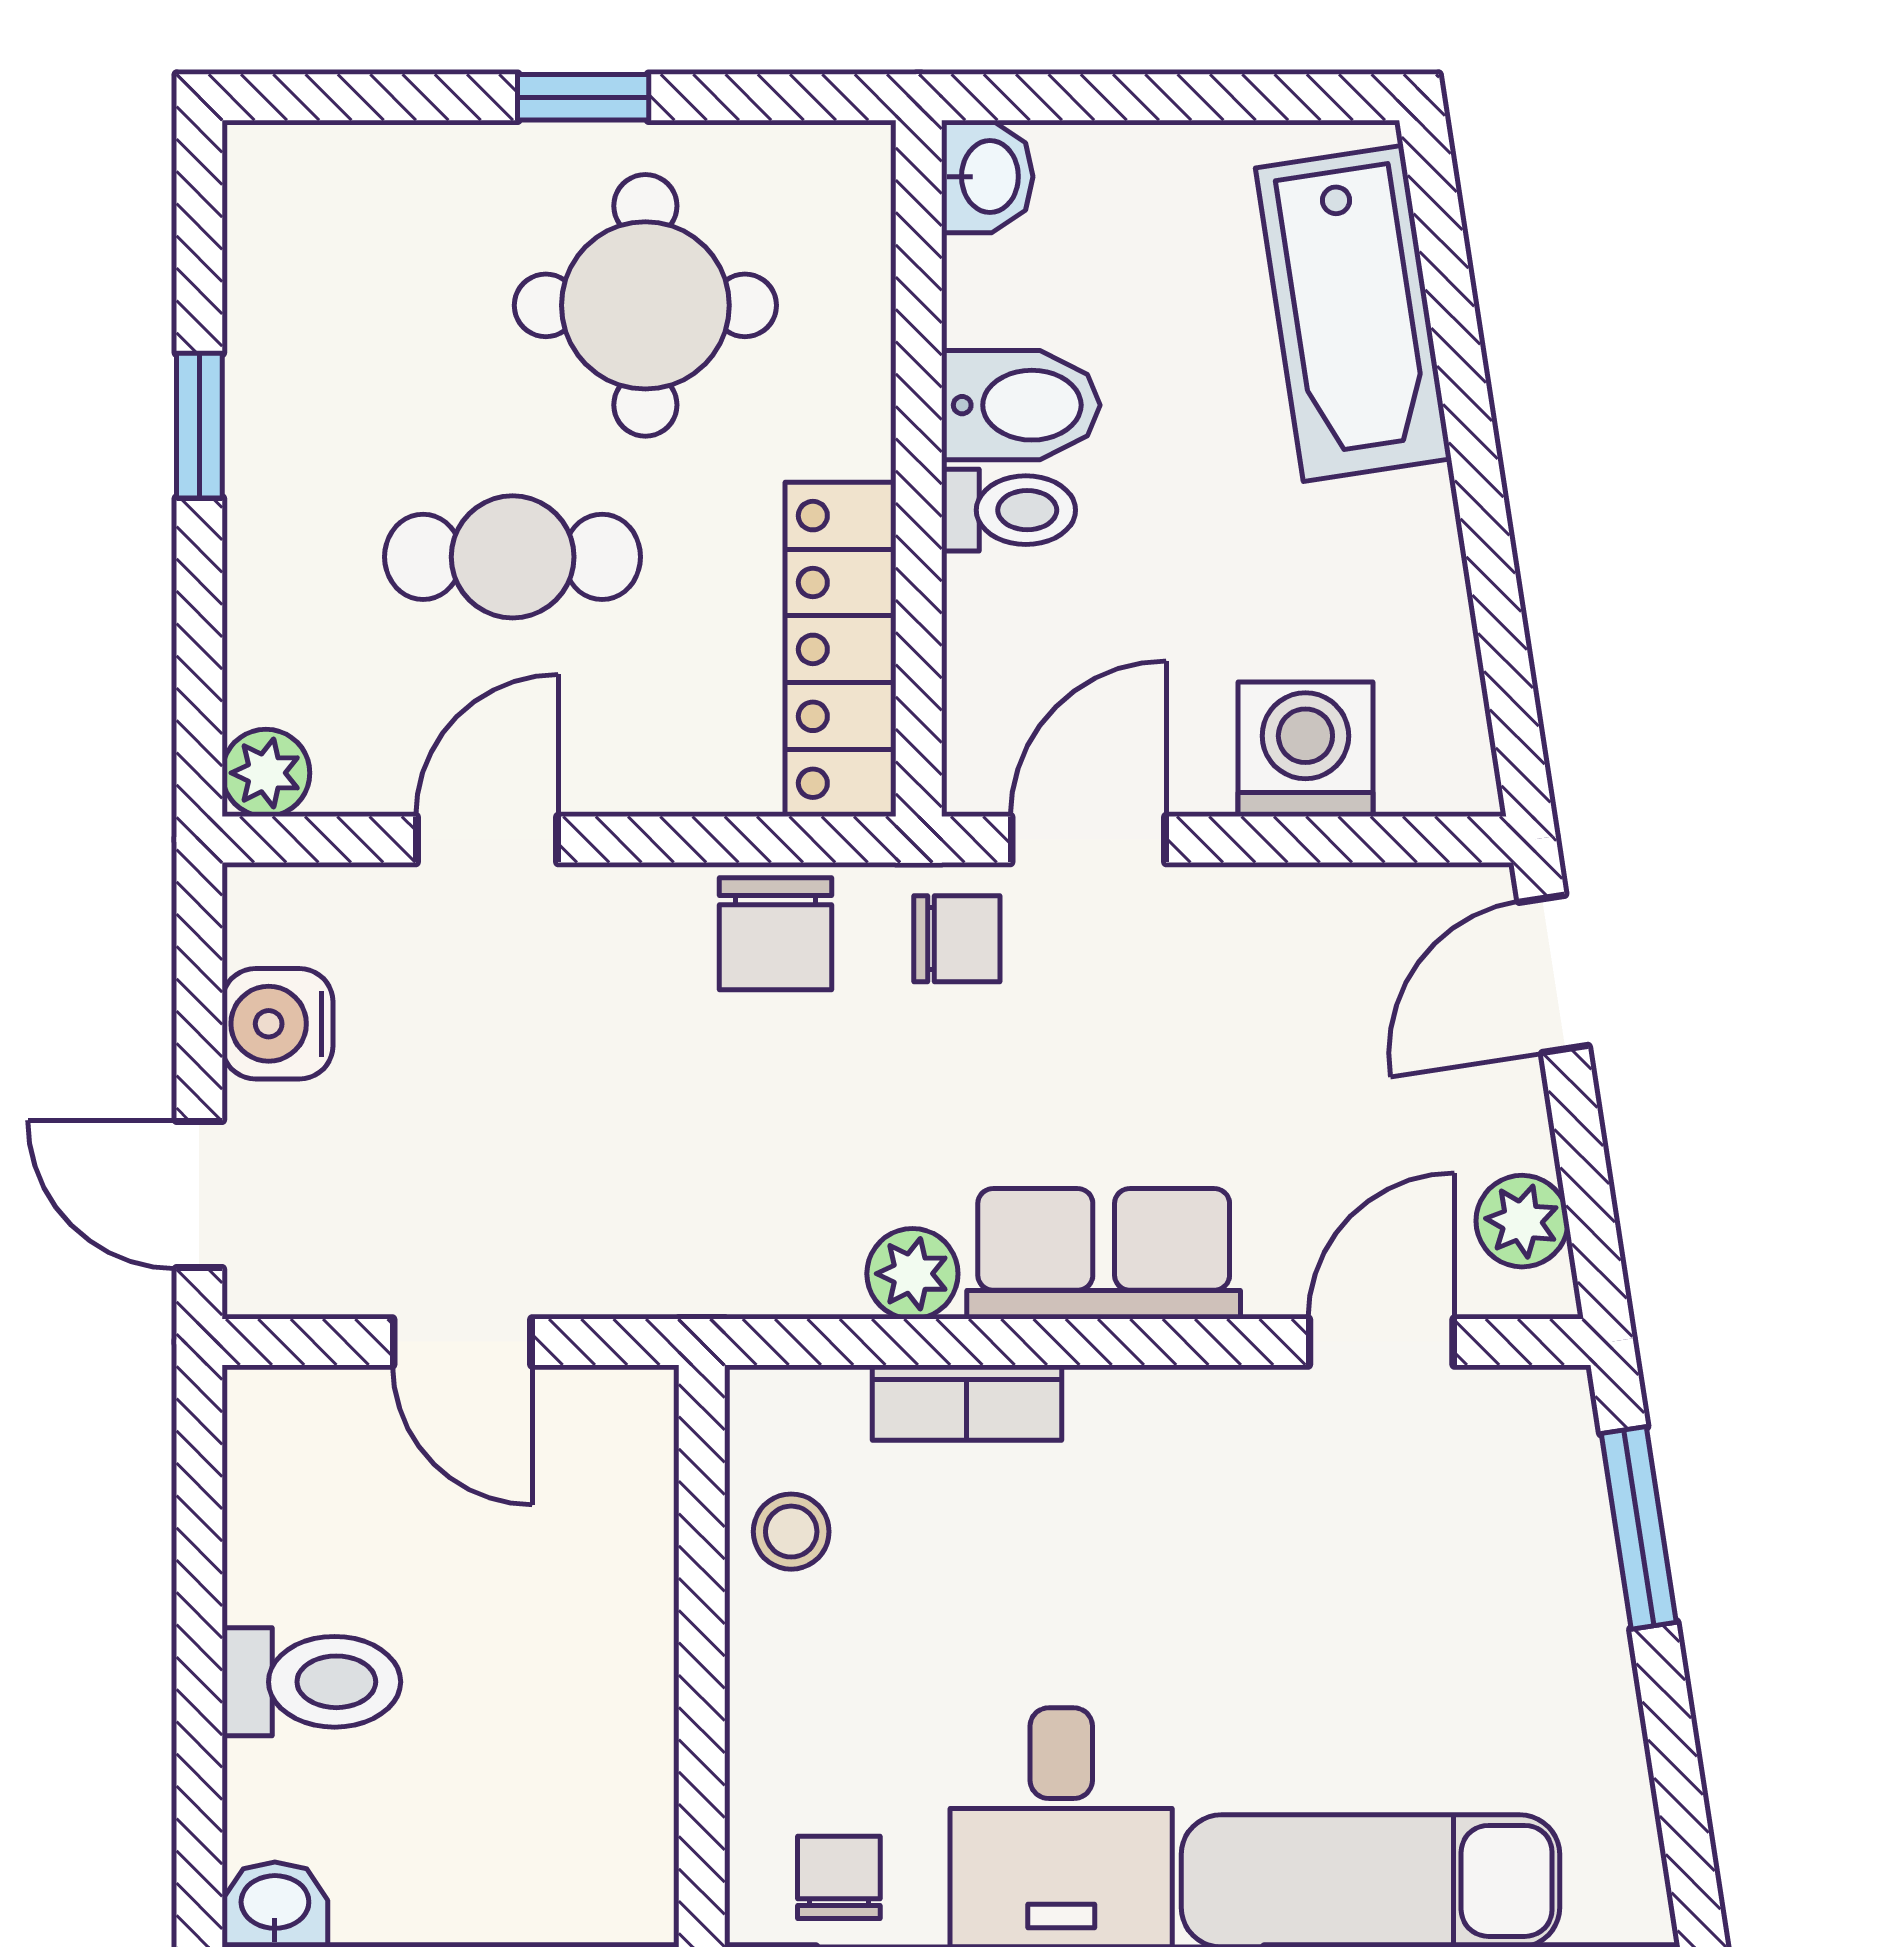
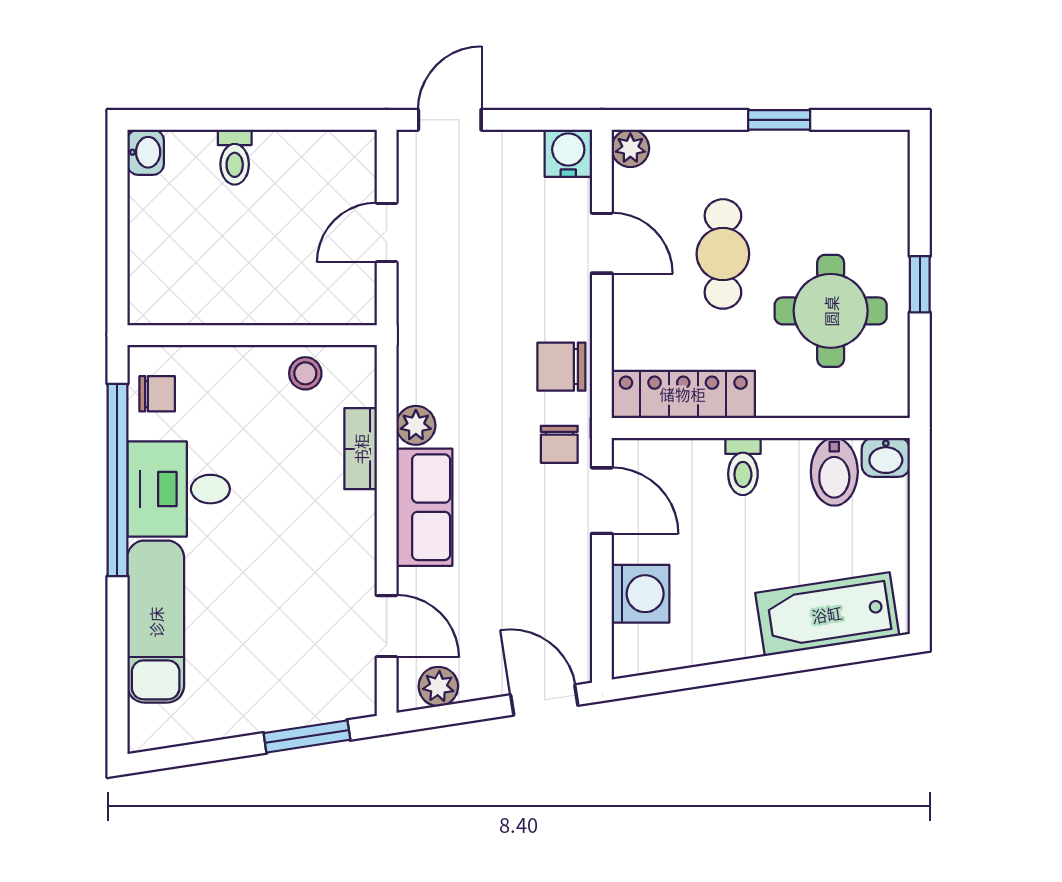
bidet: (1021, 405) -> (834, 472), moved
water cooler: (277, 1024) -> (568, 153), moved
toilet: (311, 1682) -> (235, 157), width x0.73, depth x0.72

